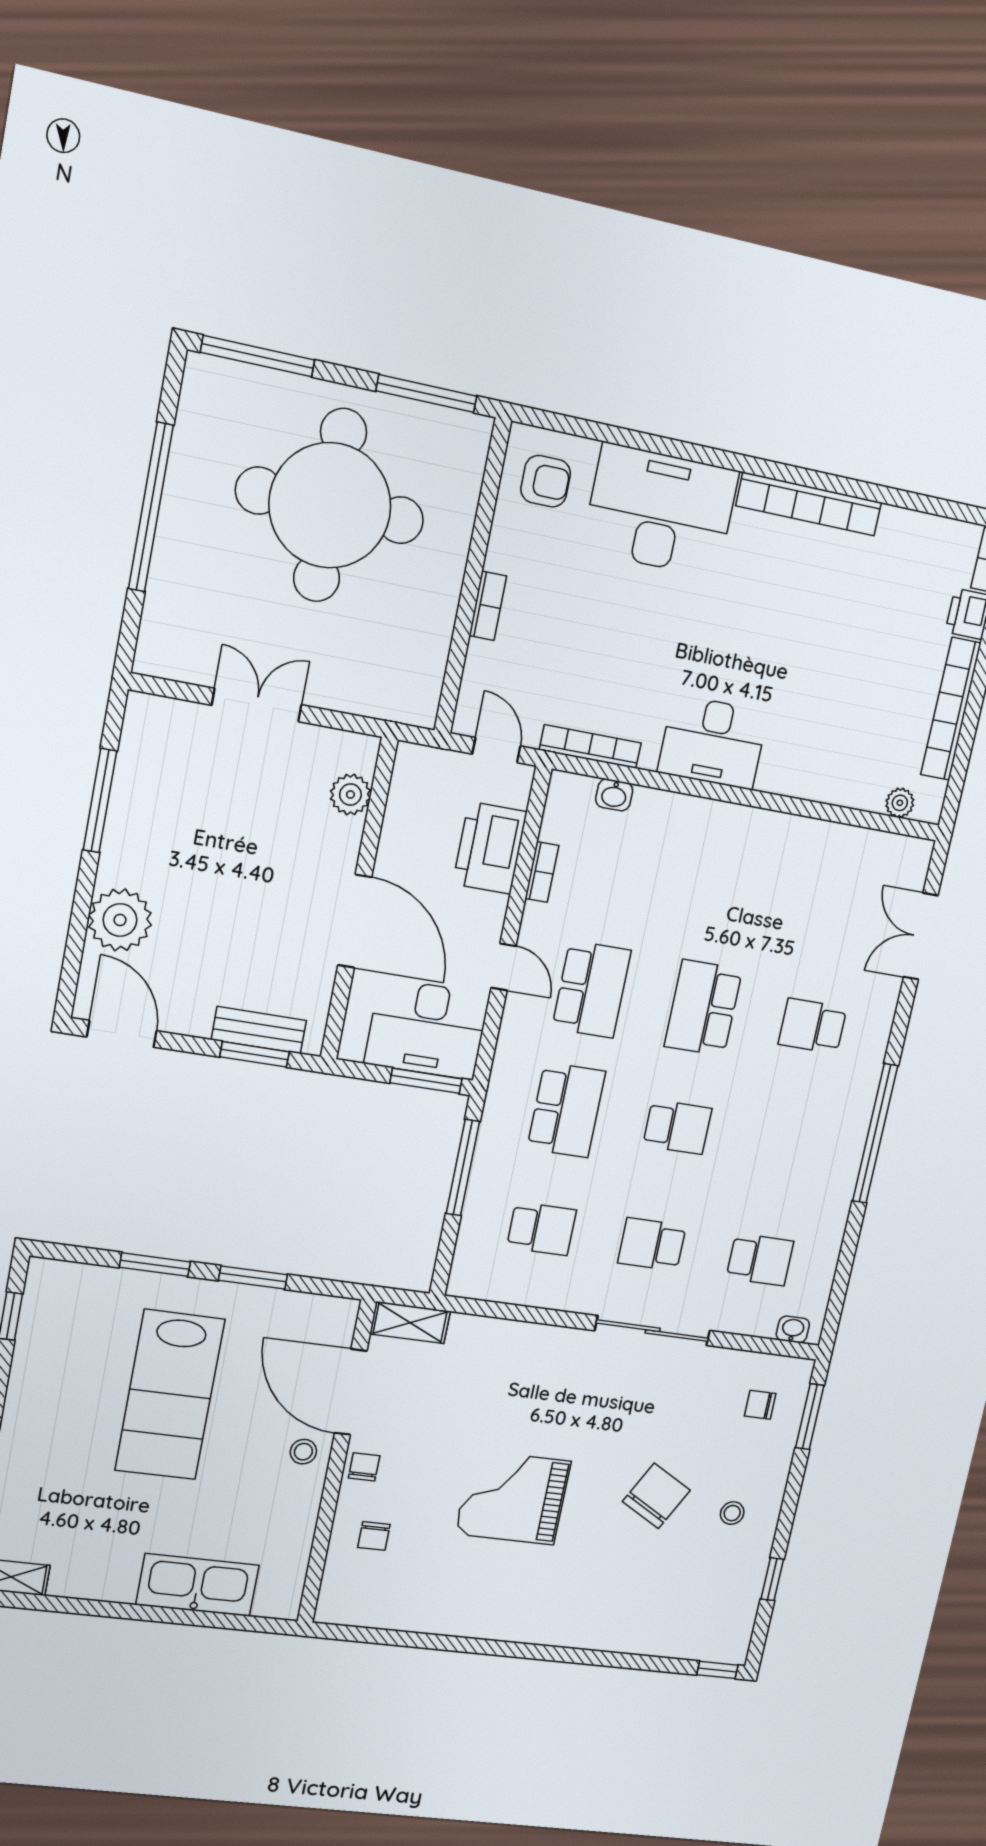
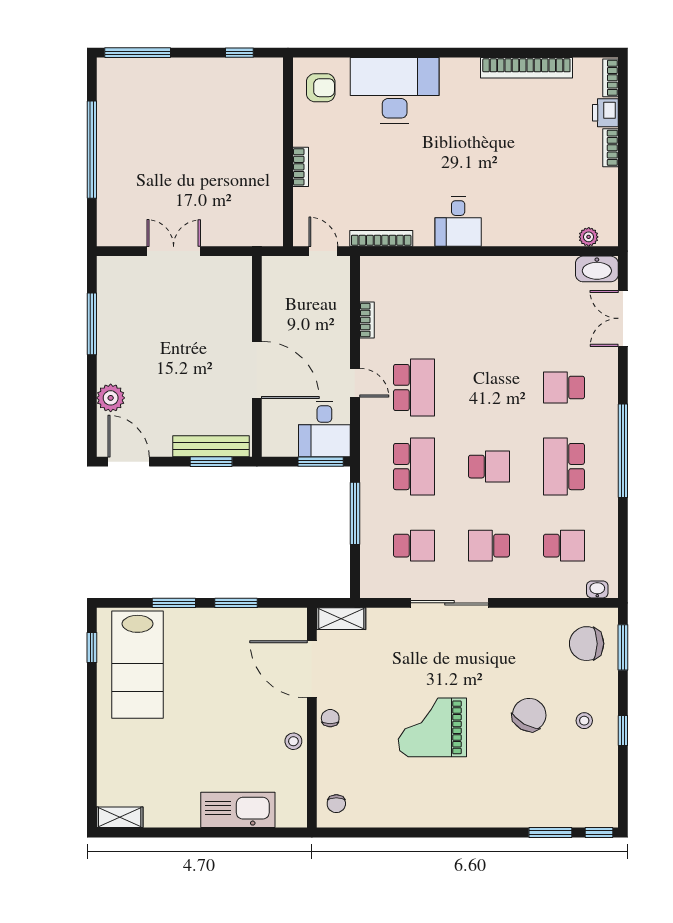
window: (426, 393) -> (239, 53), width x0.46
bookcase: (809, 504) -> (526, 68), moved
round table: (330, 505) -> (195, 128), removed
bookcase: (951, 709) -> (611, 148), width x0.43, depth x0.76
desk: (713, 742) -> (458, 221), width x0.73
plant: (350, 795) -> (240, 294), removed
washbasin: (614, 795) -> (597, 269), moved, width x1.91, depth x1.45
printer: (490, 848) -> (331, 311), removed
plant: (120, 920) -> (111, 398), width x0.73, depth x0.73
school desk: (703, 1008) -> (564, 467), moved
desk: (427, 1029) -> (324, 429), width x0.73
bench: (259, 1030) -> (211, 446), width x1.36
sliding door: (653, 1331) -> (449, 603), moved
lab bench: (170, 1395) -> (137, 665), moved
chair: (760, 1405) -> (587, 644), width x1.87, depth x1.87
stool: (303, 1452) -> (293, 741), moved
chair: (374, 1536) -> (336, 804), moved
window: (772, 1579) -> (623, 730), moved
window: (650, 1663) -> (550, 833), added

